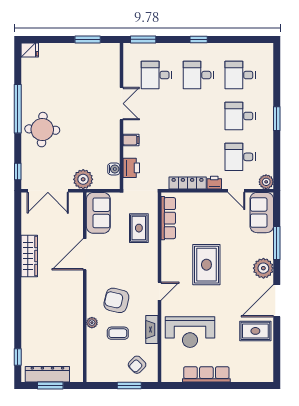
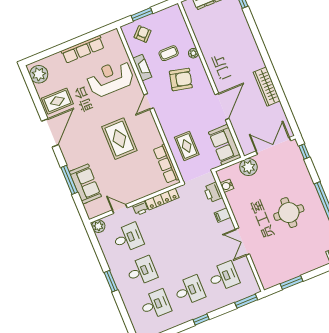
round table: (42, 130) -> (289, 213), moved
sofa: (262, 213) -> (85, 184), moved
plant: (263, 268) -> (39, 74), moved

